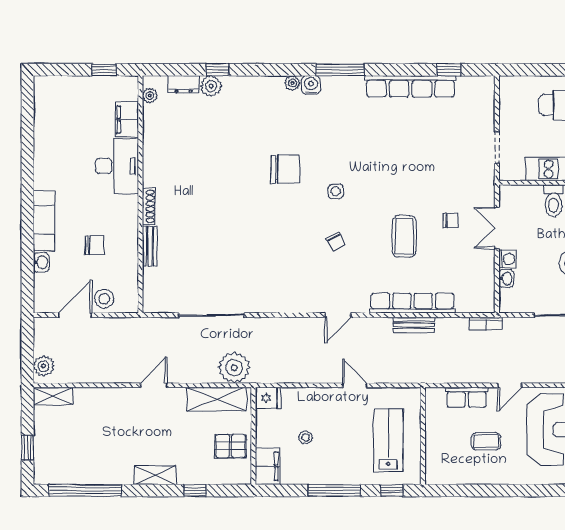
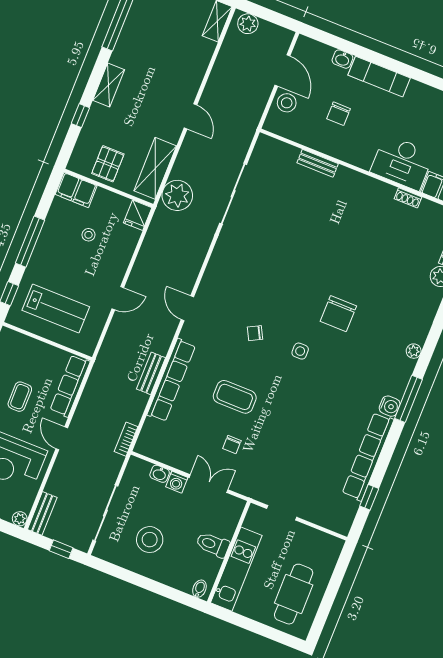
water cooler: (311, 85) -> (390, 406), moved
shoe rack: (149, 206) -> (408, 198), moved, width x0.70
row of seats: (467, 397) -> (70, 386), width x1.48

